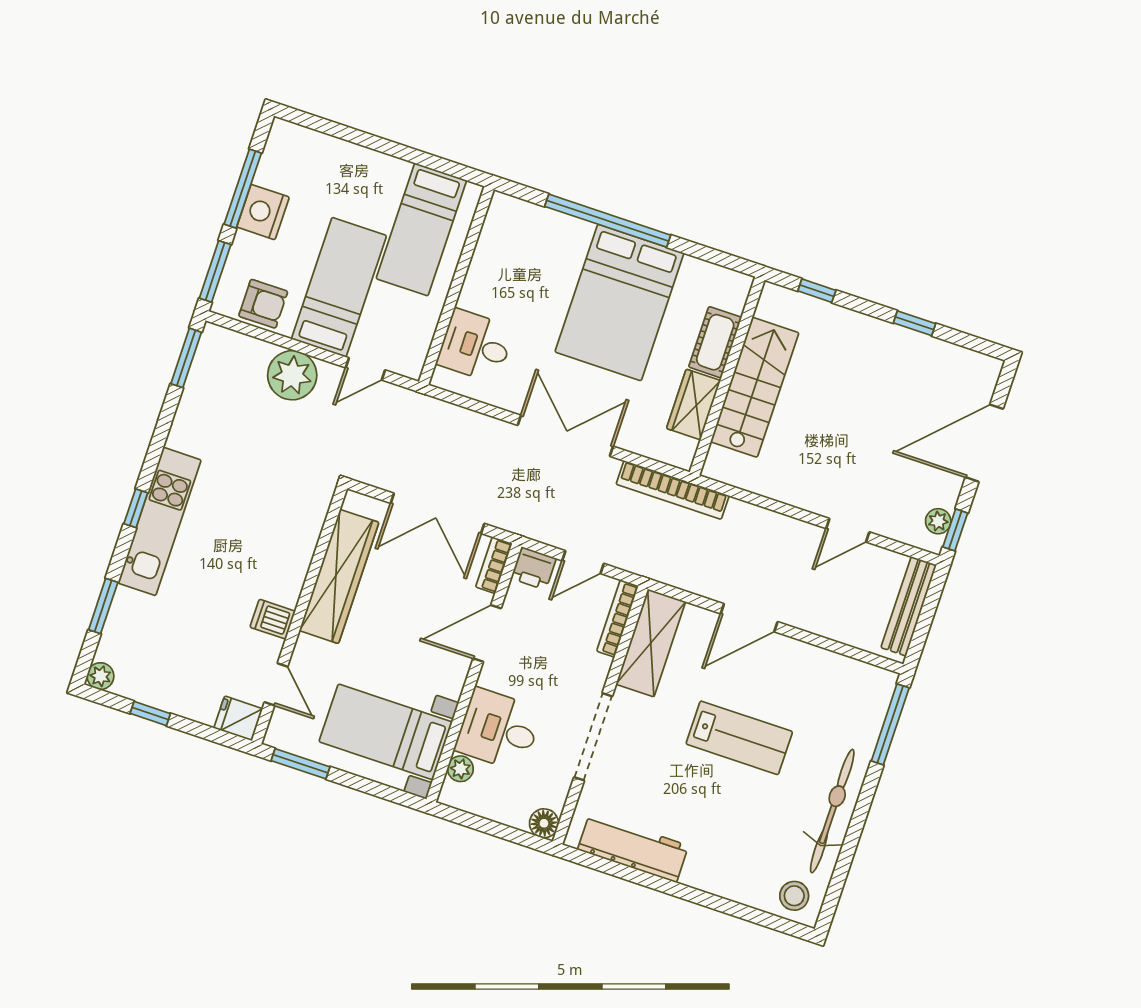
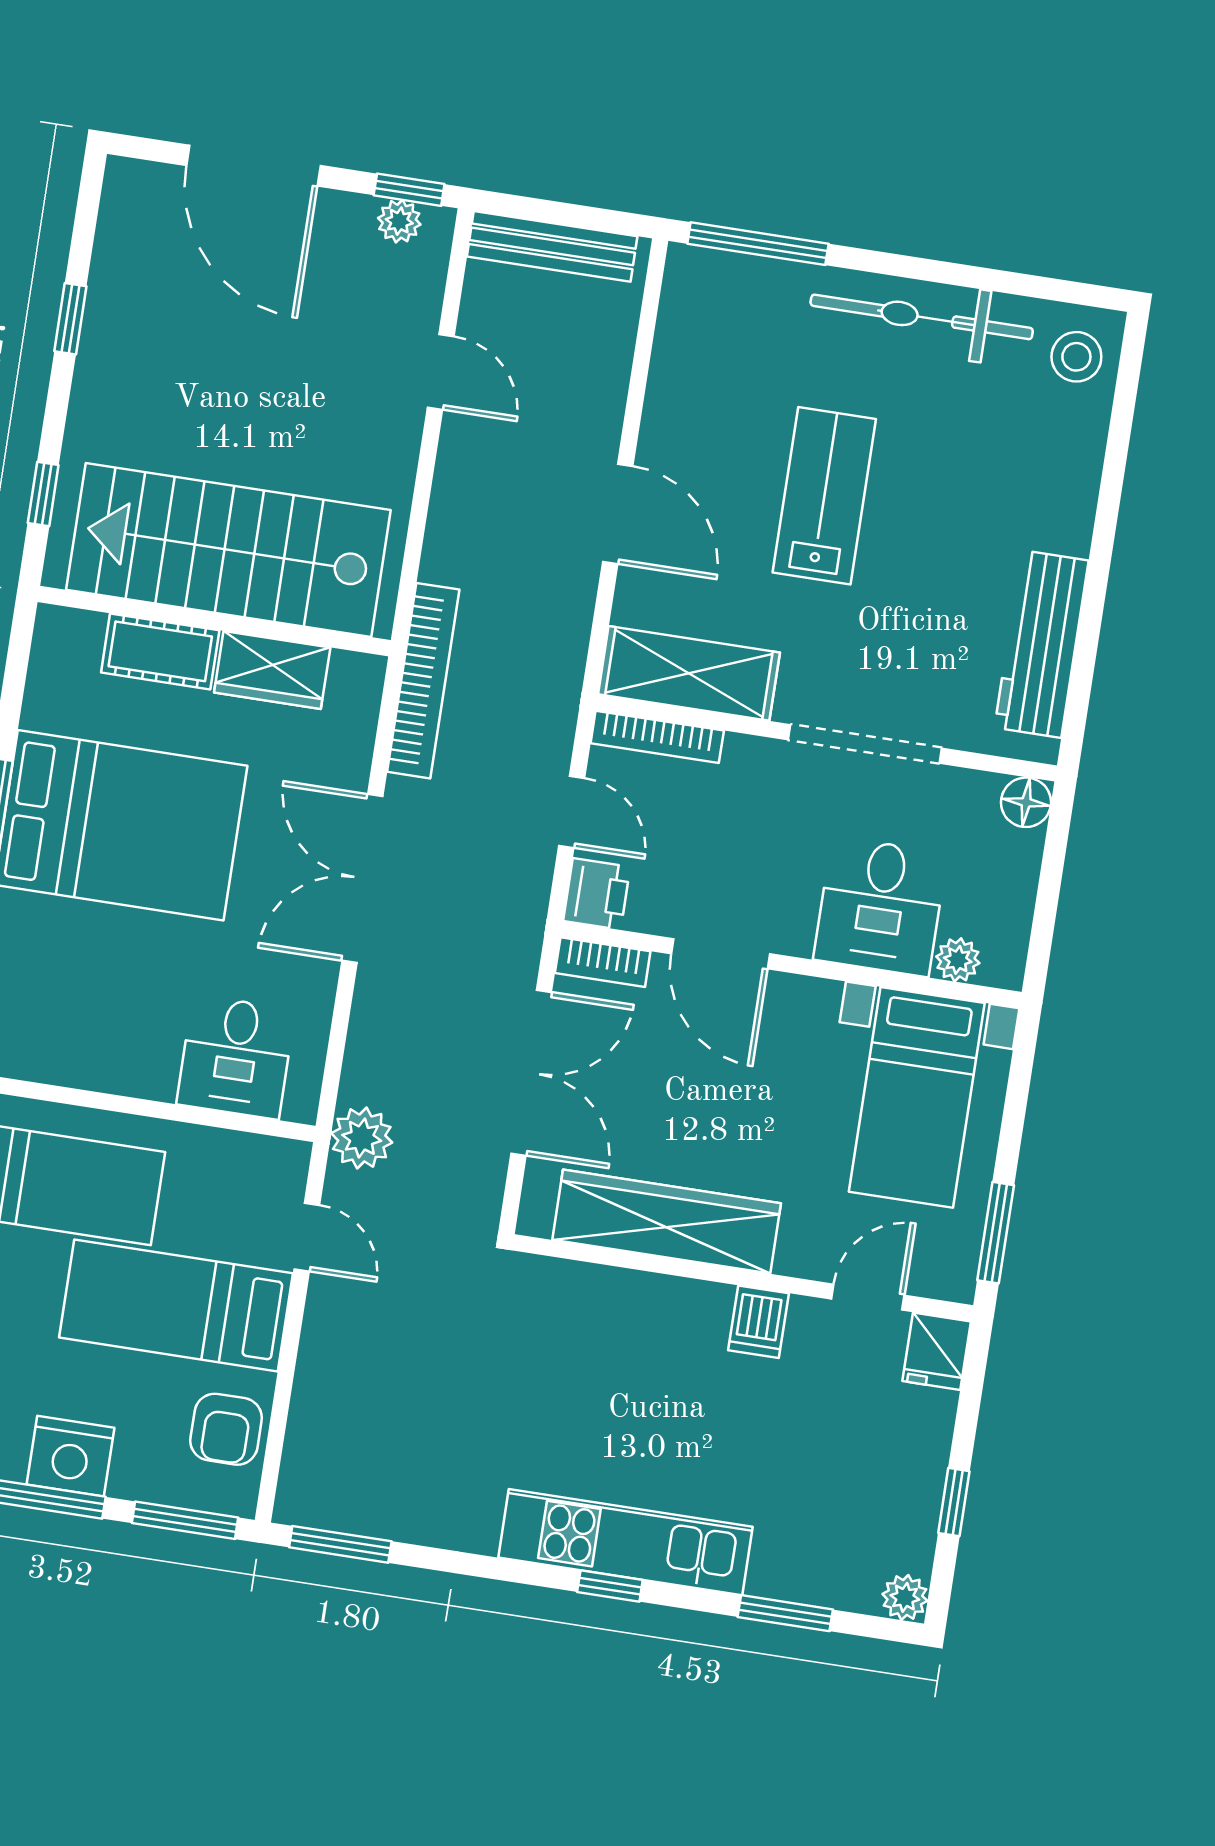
armchair: (263, 304) -> (226, 1429), turned 180
plant: (292, 375) -> (362, 1138), moved, width x0.73, depth x0.73
stairs: (755, 387) -> (228, 550), width x1.36, depth x1.51

